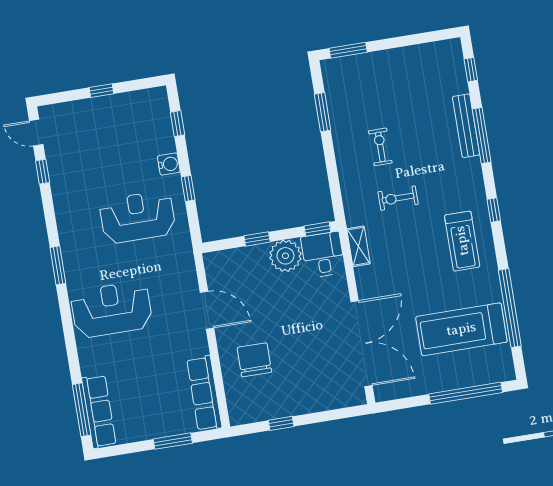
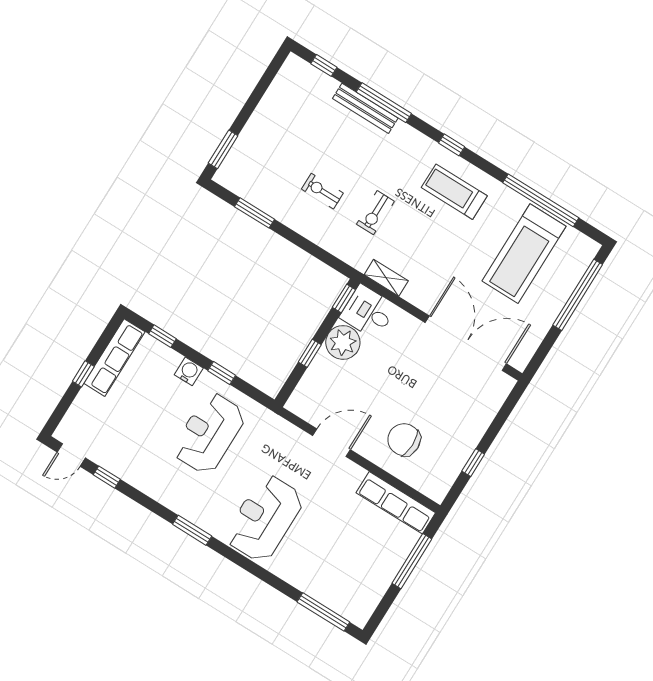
treadmill: (462, 241) -> (454, 192), turned 180
row of seats: (99, 411) -> (114, 358), moved, turned 90
window: (173, 441) -> (412, 561), width x1.44

